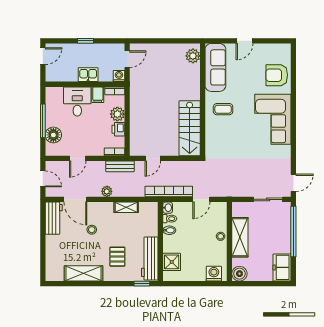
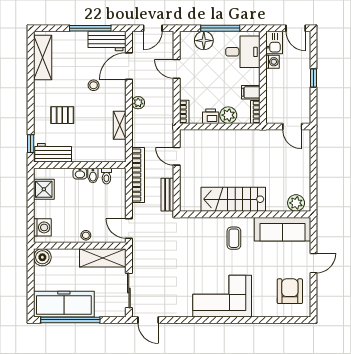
door: (245, 41) -> (314, 263), swing flipped
kitchen sink: (88, 75) -> (274, 43), moved
armchair: (277, 75) -> (290, 291), moved
washing machine: (119, 76) -> (272, 62), moved
desk: (77, 101) -> (243, 52), moved
stairs: (190, 128) -> (233, 199), moved
bench: (120, 166) -> (167, 195), moved
door: (201, 199) -> (129, 229), moved
washbasin: (168, 208) -> (80, 174), moved
window: (43, 232) -> (90, 28), added
window: (293, 232) -> (70, 320), moved
shelving: (240, 237) -> (103, 258), moved
workbench: (150, 259) -> (53, 153), width x0.73
shower: (172, 262) -> (44, 189), moved
freezer: (282, 267) -> (64, 304), width x1.91, depth x1.26
shelving: (84, 273) -> (43, 57), moved

